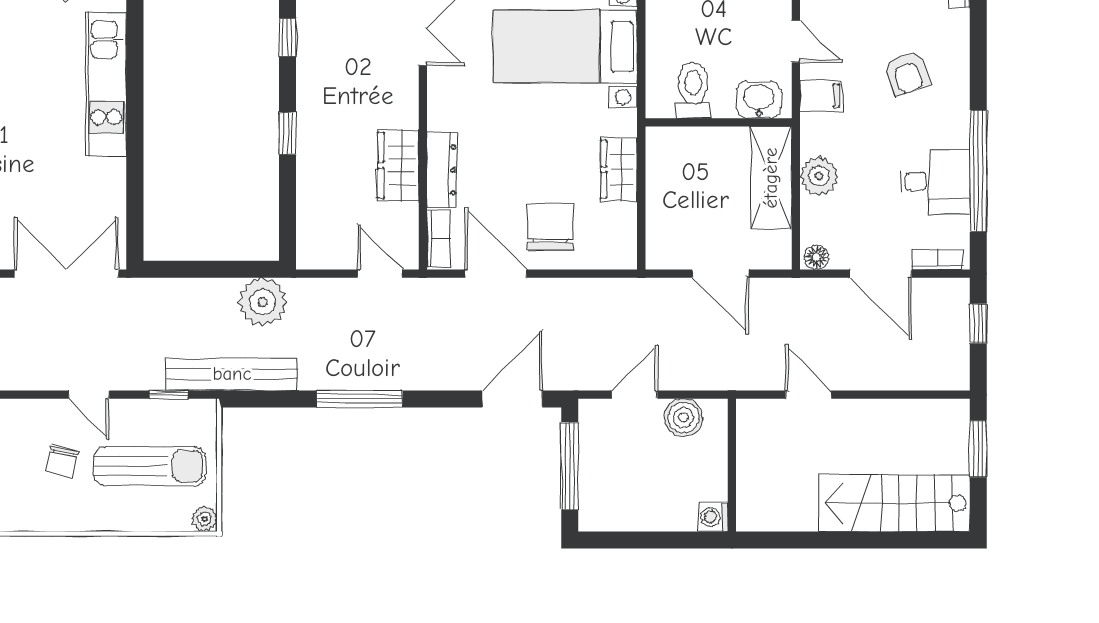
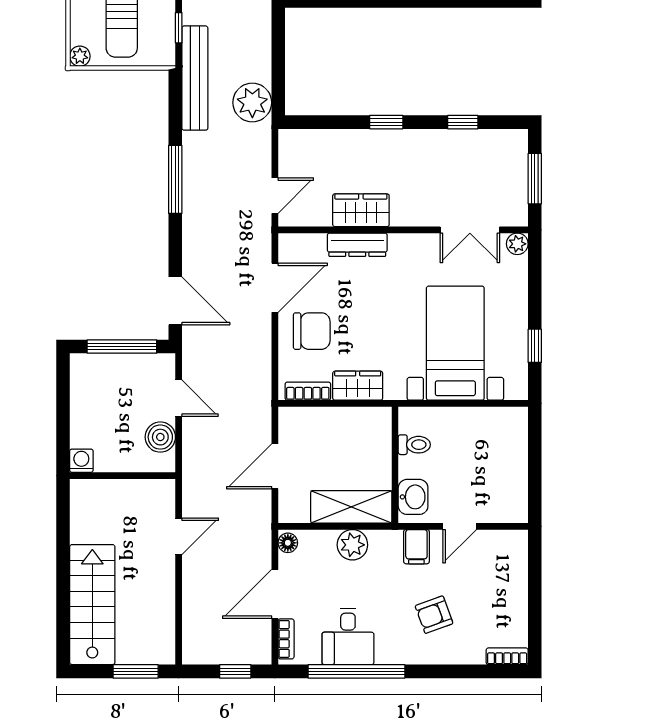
toilet: (693, 90) -> (414, 445), width x0.73, depth x0.72
bookcase: (438, 239) -> (308, 391), moved, turned 180

